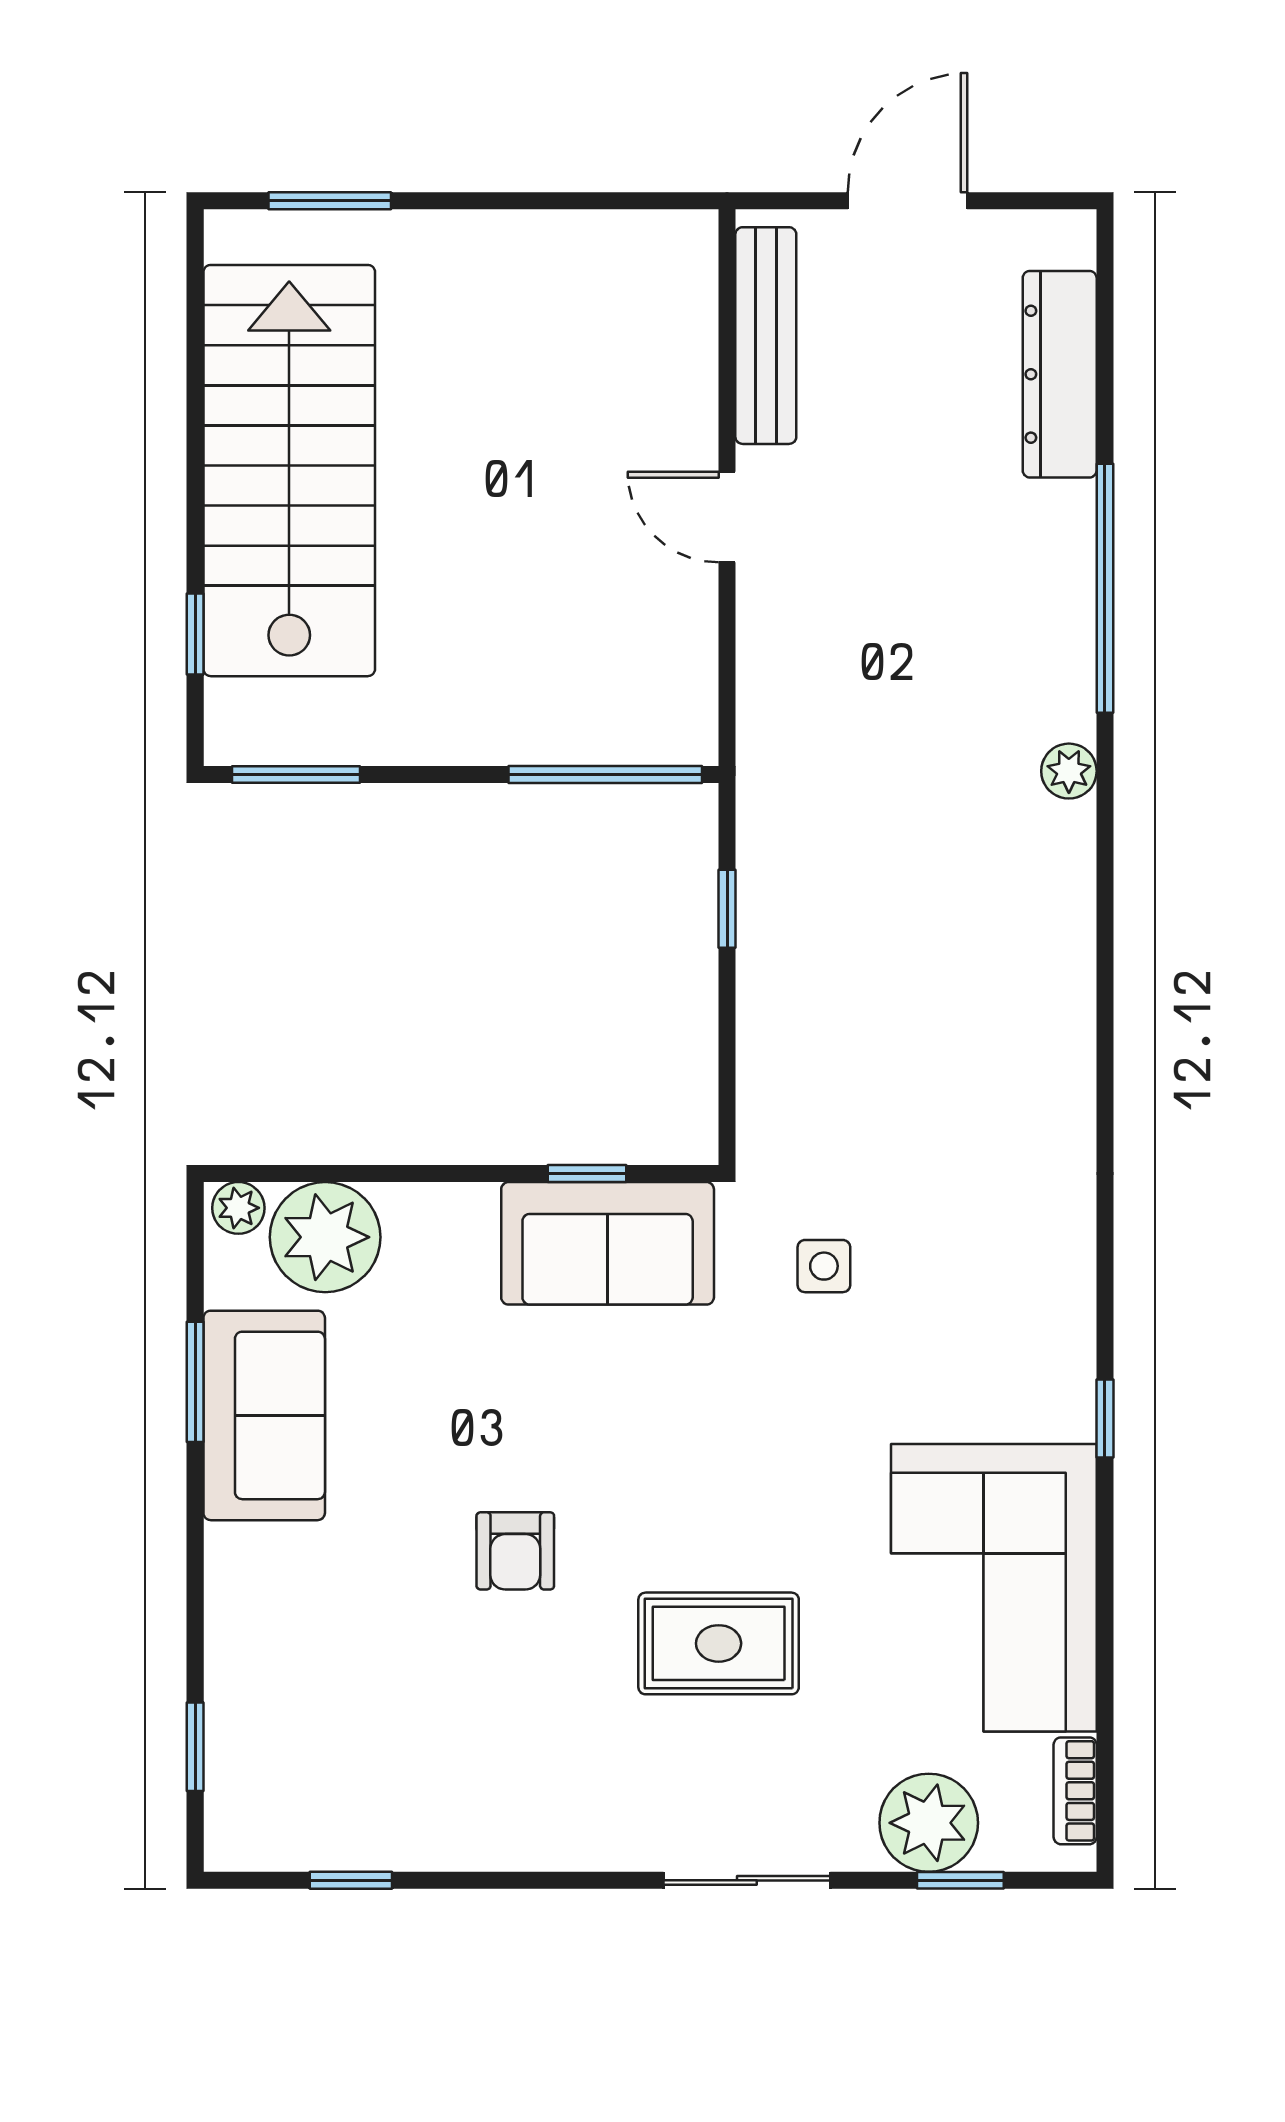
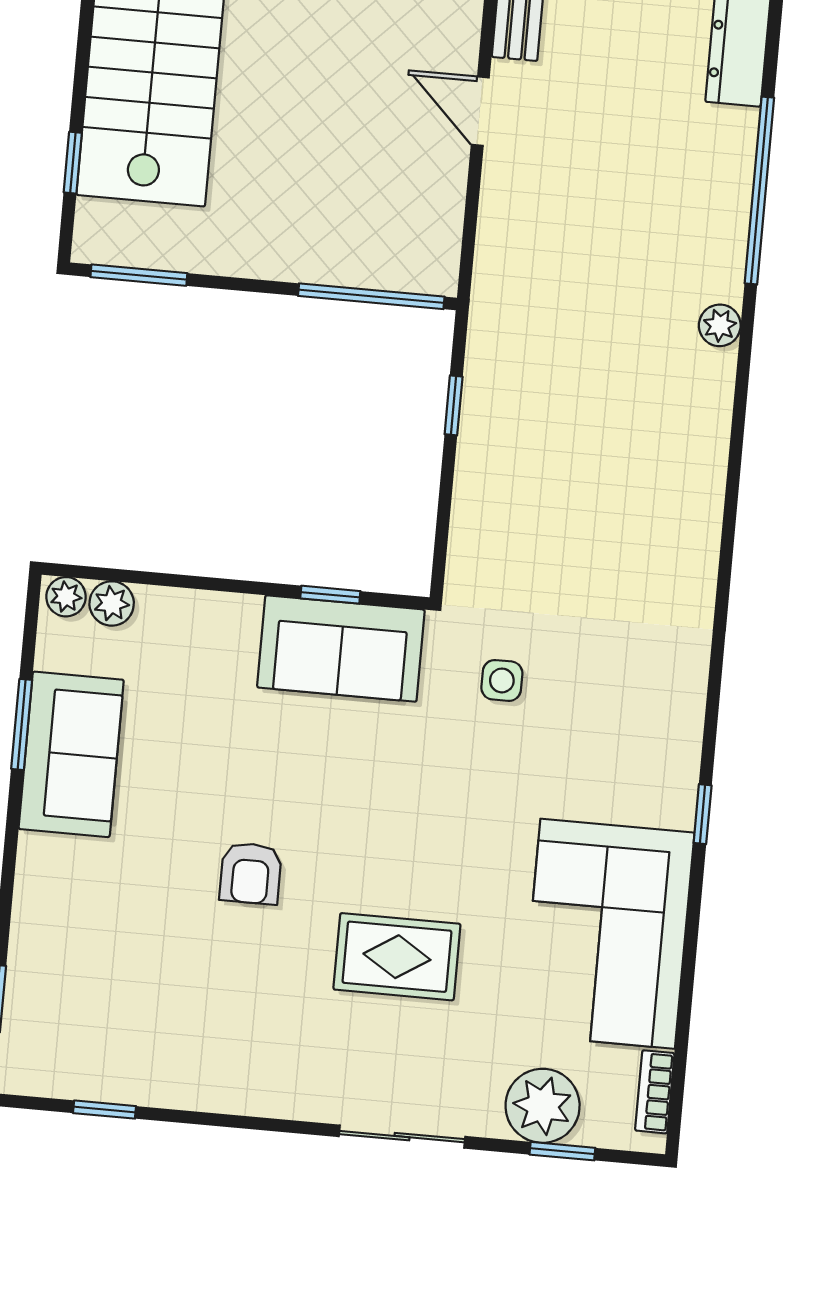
plant: (325, 1237) -> (112, 603), width x0.53, depth x0.53

